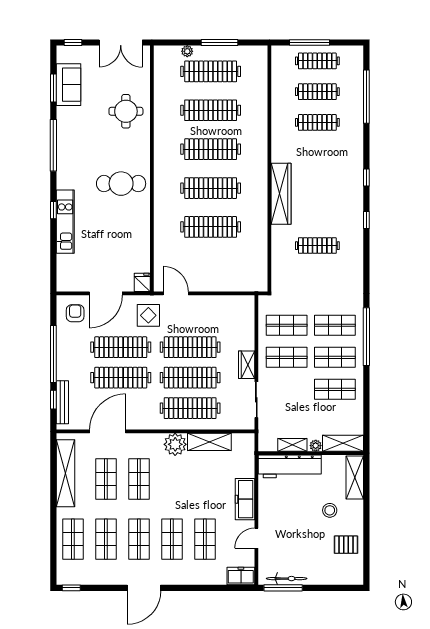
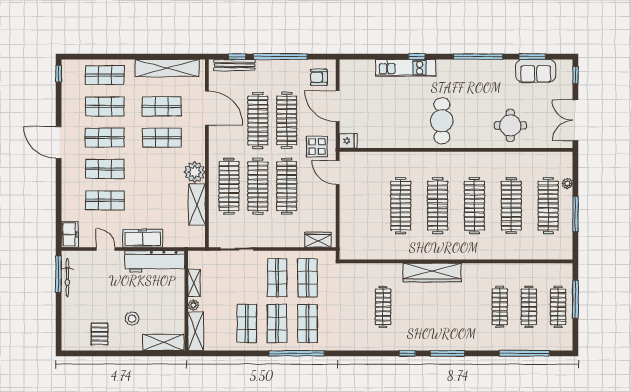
window: (366, 178) -> (447, 353), width x2.17
door: (176, 293) -> (338, 173), swing flipped
armchair: (75, 313) -> (319, 77), turned 180
wardrobe: (247, 365) -> (318, 240), moved
workbench: (290, 466) -> (155, 261), moved, turned -90

